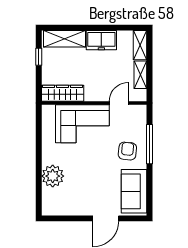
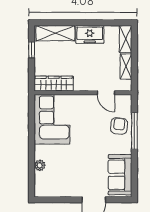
door: (119, 103) -> (106, 93), swing flipped
corner sofa: (82, 124) -> (52, 119), moved, turned -90
armchair: (127, 151) -> (119, 126), moved
plant: (53, 176) -> (40, 165), width x0.53, depth x0.53

